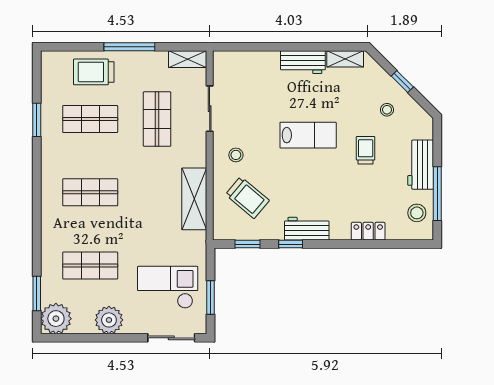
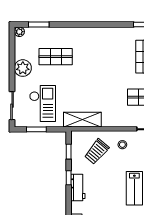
shop shelf: (90, 192) -> (100, 57), removed
shelving: (194, 199) -> (82, 120), moved
shop shelf: (90, 266) -> (56, 57), turned 90
plant: (56, 319) -> (19, 32), width x0.53, depth x0.53

